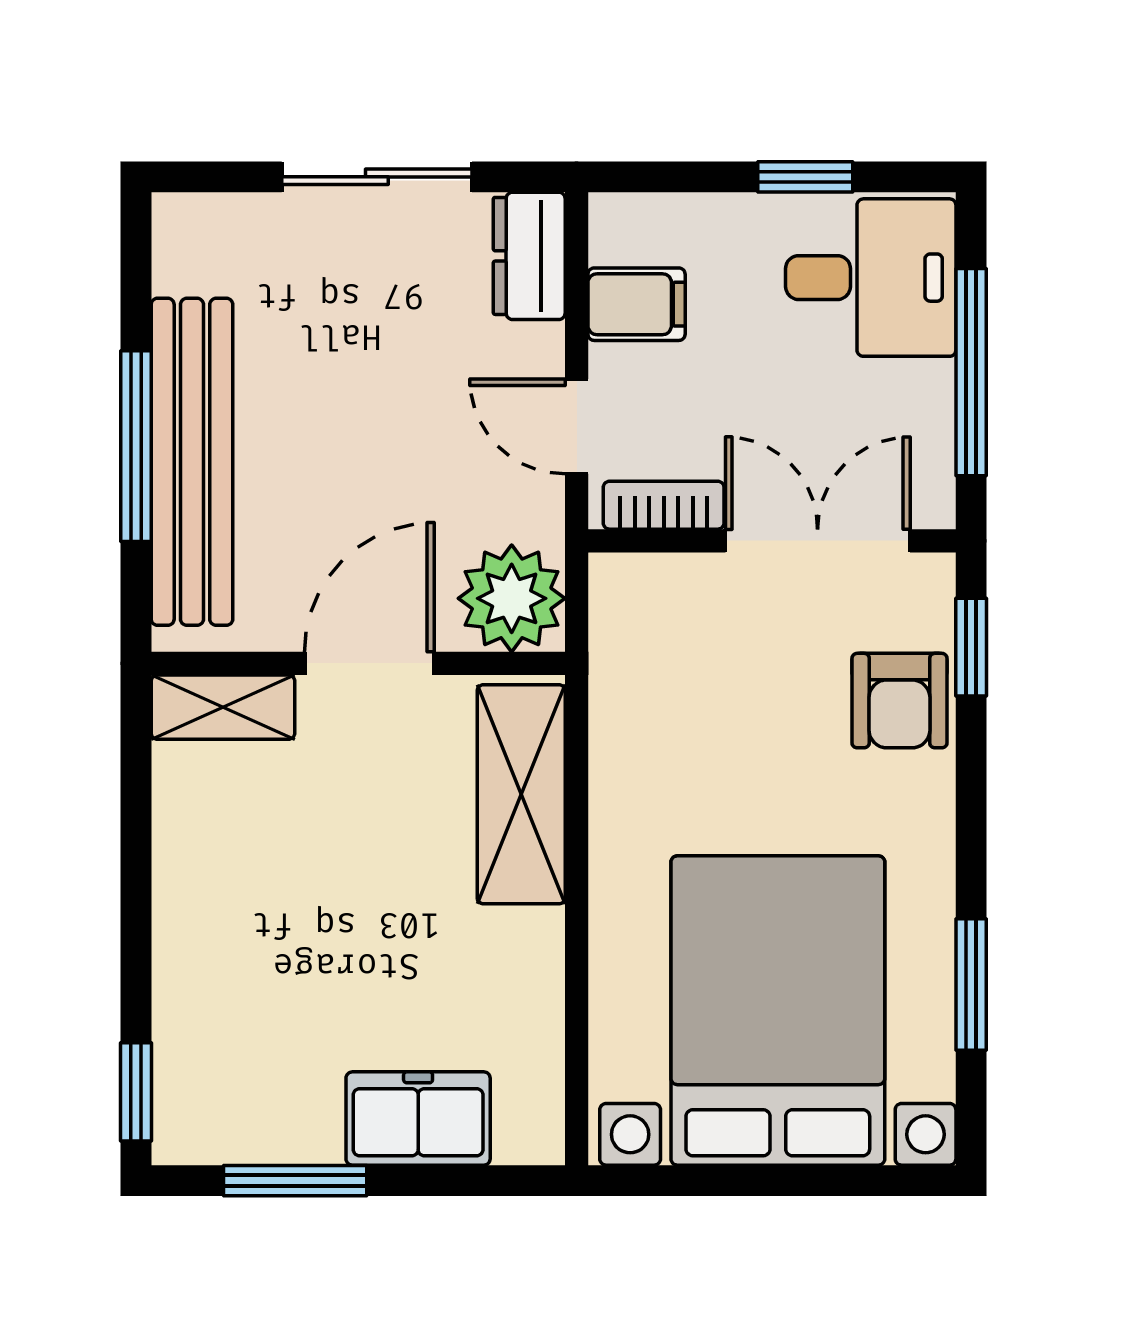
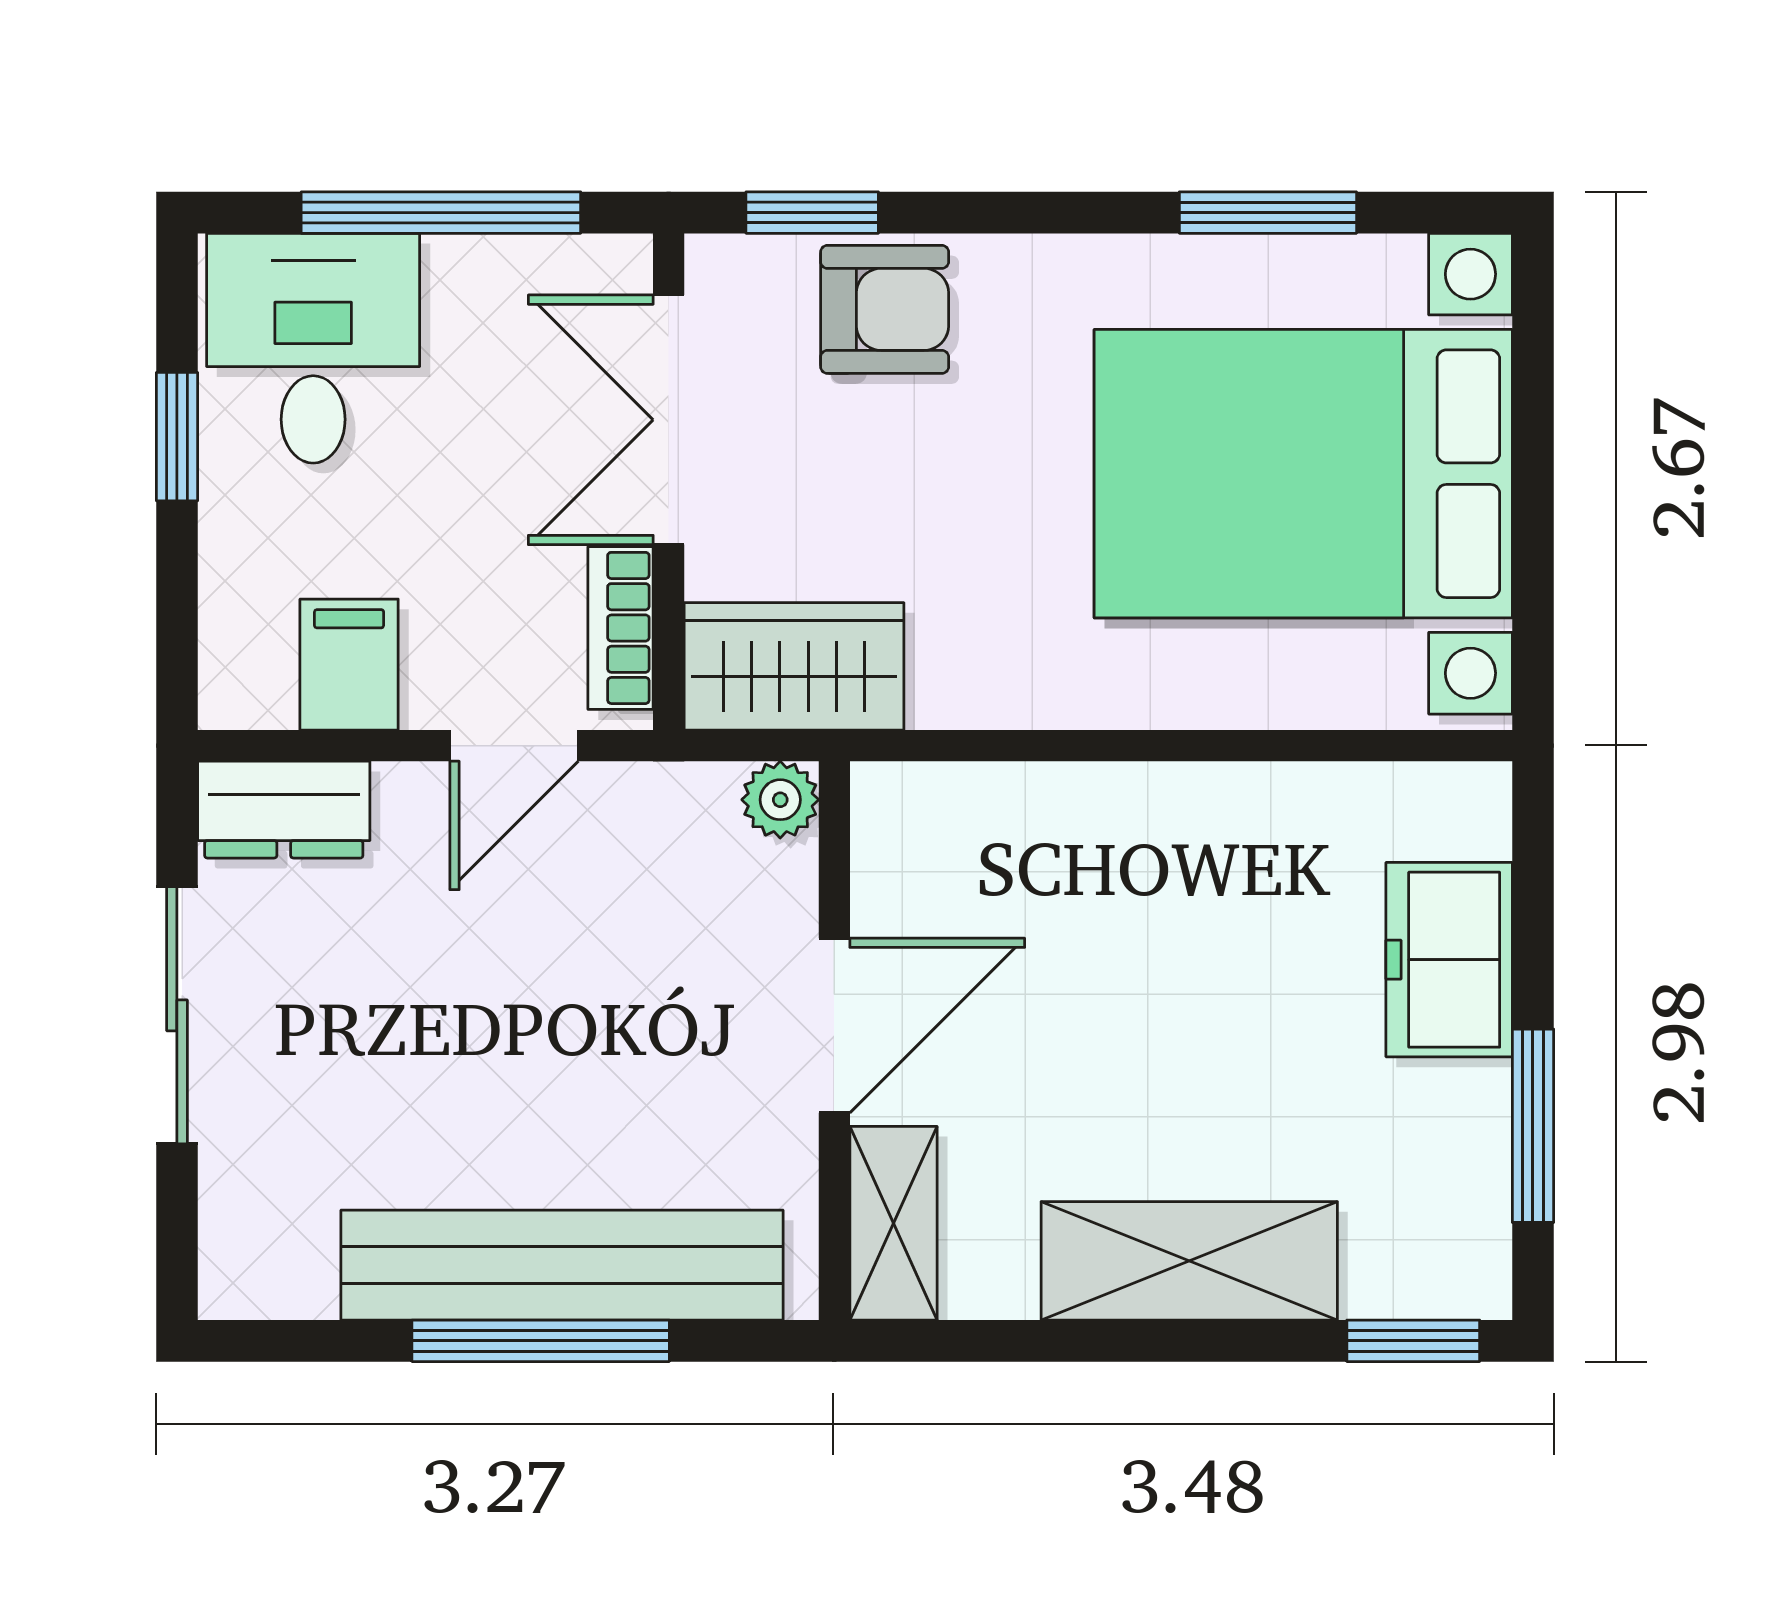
plant: (512, 598) -> (780, 800), width x0.53, depth x0.53
wardrobe: (635, 634) -> (794, 666), added
door: (369, 663) -> (834, 1026), swing flipped
shelving: (521, 794) -> (1189, 1261), moved

